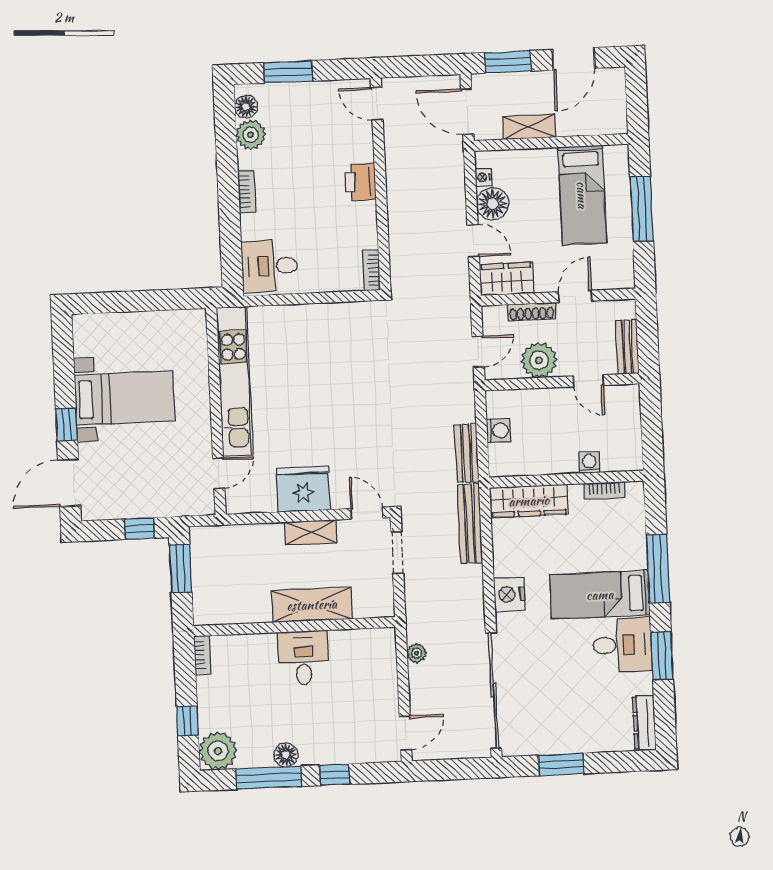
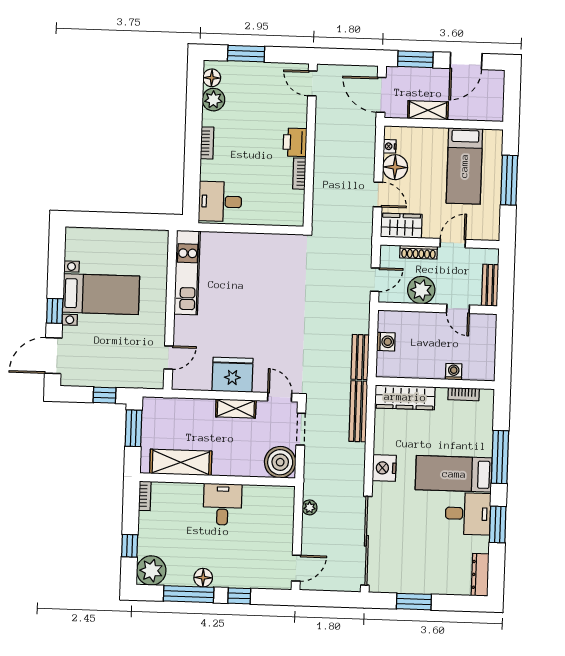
bookcase: (371, 270) -> (299, 174), moved
kitchen unit: (235, 381) -> (187, 273), width x0.73
boiler: (374, 597) -> (280, 462), added
shelving: (312, 605) -> (181, 462), moved

